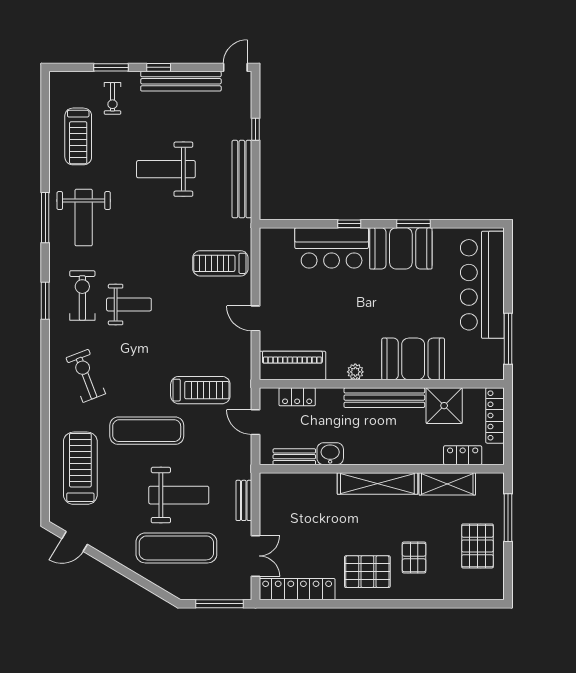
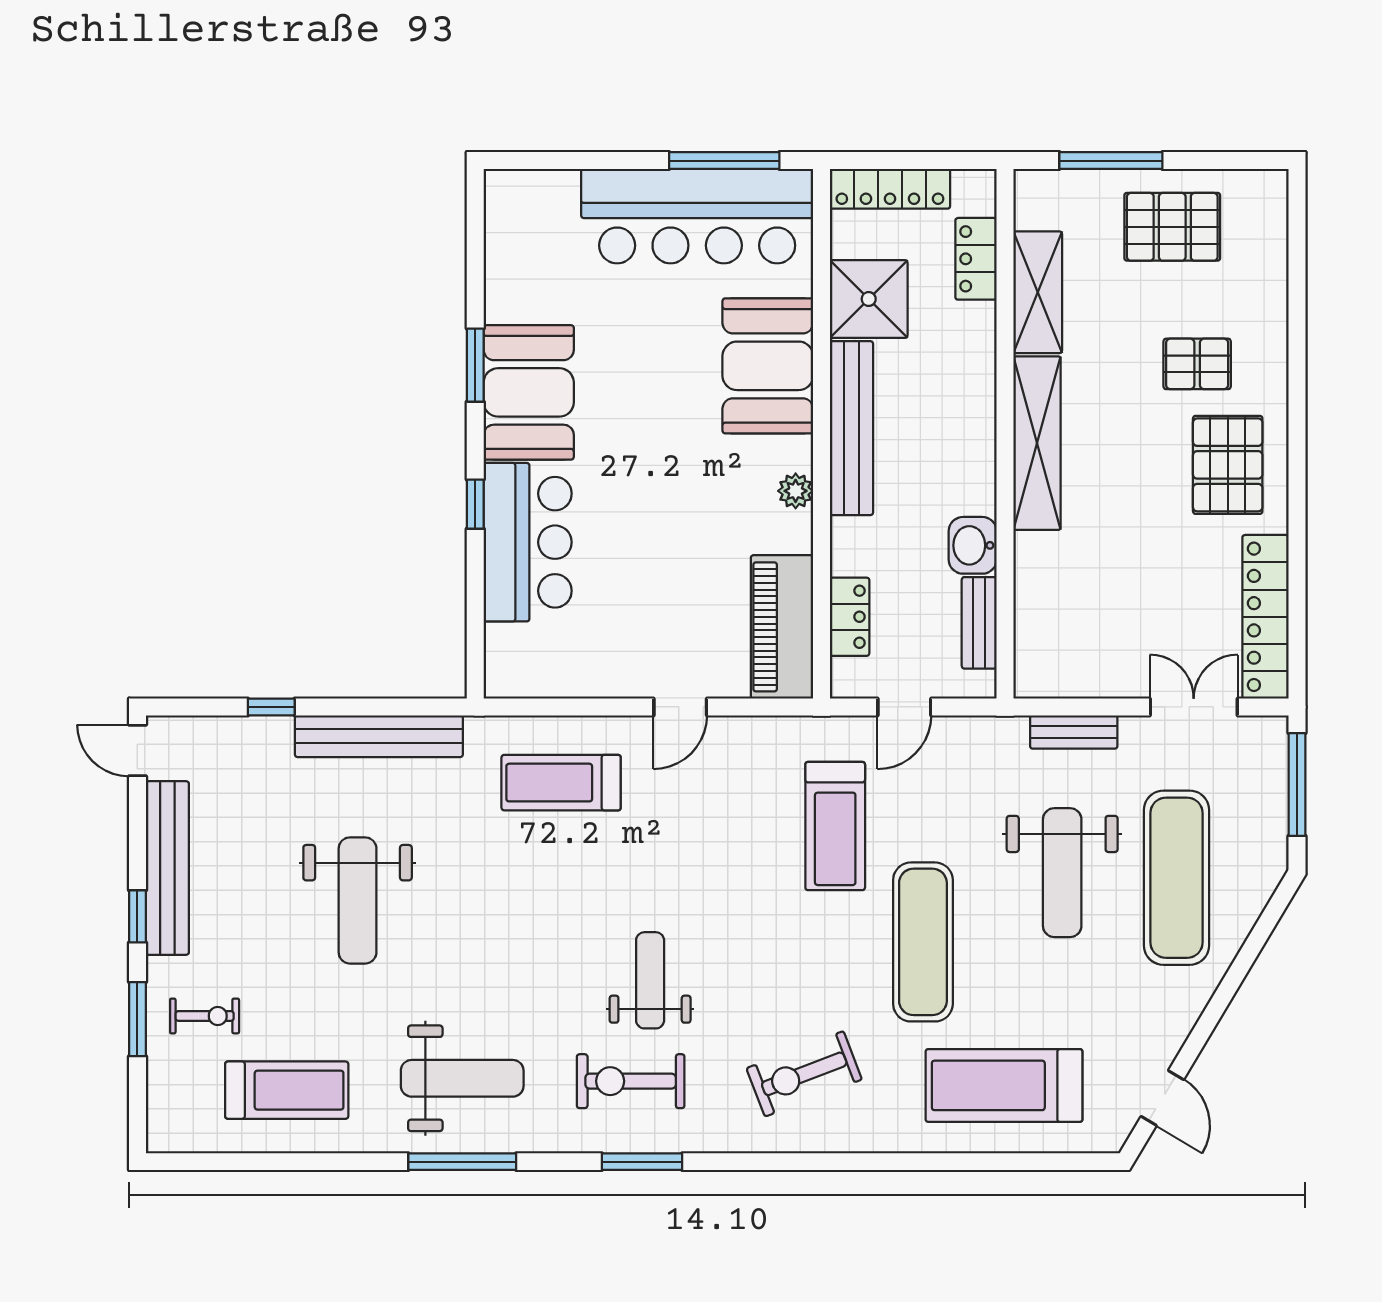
treadmill: (220, 263) -> (561, 783), turned 90
bar counter: (482, 285) -> (697, 216), moved
treadmill: (200, 390) -> (835, 826), turned 180
weight bench: (179, 495) -> (1062, 873), turned 180

